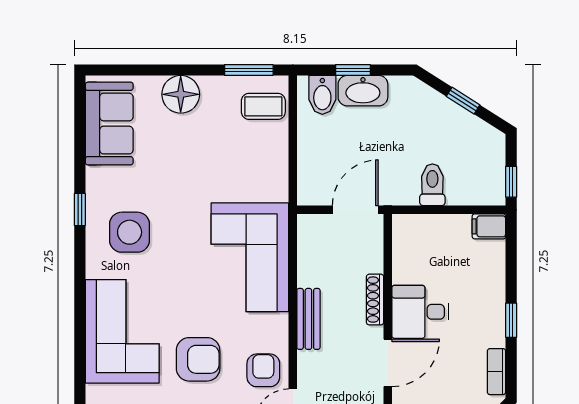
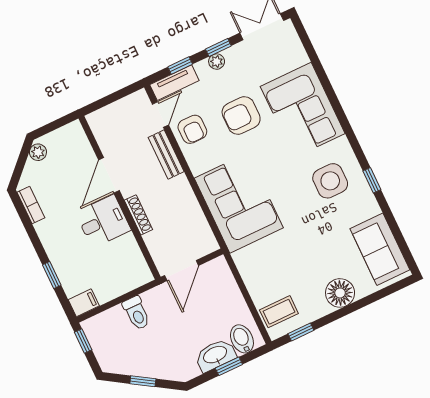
window: (249, 70) -> (301, 332), width x0.67
bench: (308, 319) -> (166, 154), moved
window: (511, 320) -> (52, 275), moved

